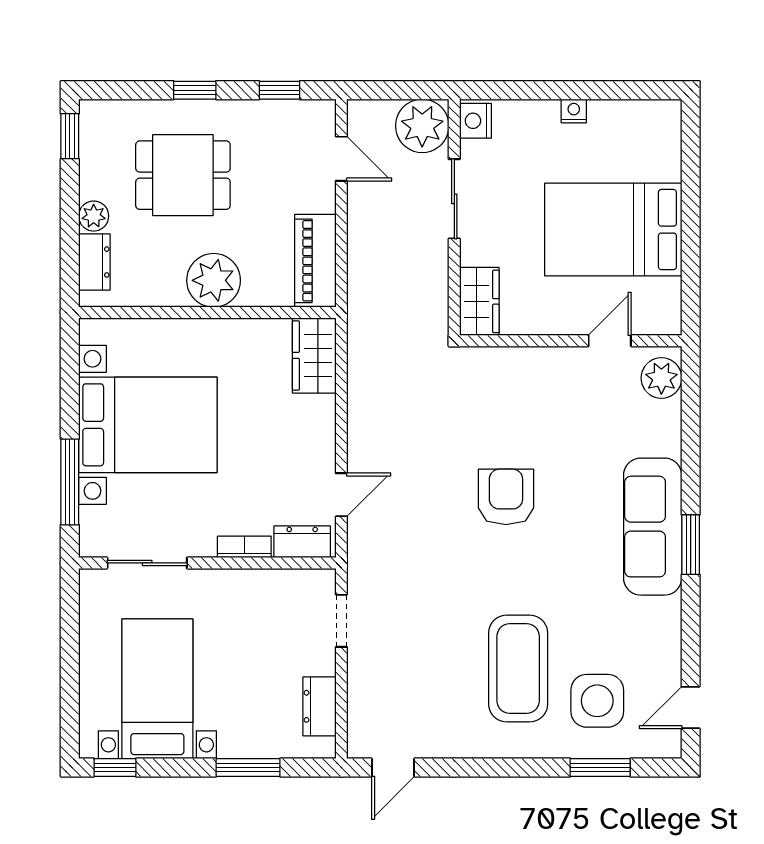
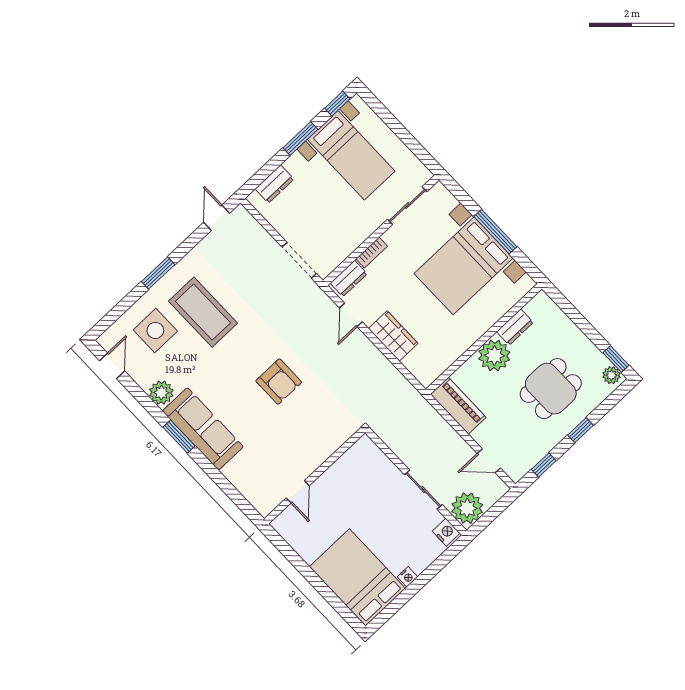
plant: (94, 216) -> (612, 375), moved
bed: (613, 230) -> (357, 577), moved, turned -90
dresser: (94, 262) -> (515, 327), moved, turned -90
wardrobe: (479, 301) -> (370, 455), removed
wardrobe: (314, 355) -> (393, 336), moved
plant: (661, 378) -> (161, 393), moved
window: (70, 482) -> (495, 232), moved
doorway: (341, 621) -> (299, 260), width x1.38
dresser: (319, 706) -> (274, 184), moved, turned 90
window: (248, 768) -> (300, 139), moved
window: (600, 768) -> (158, 273), moved

